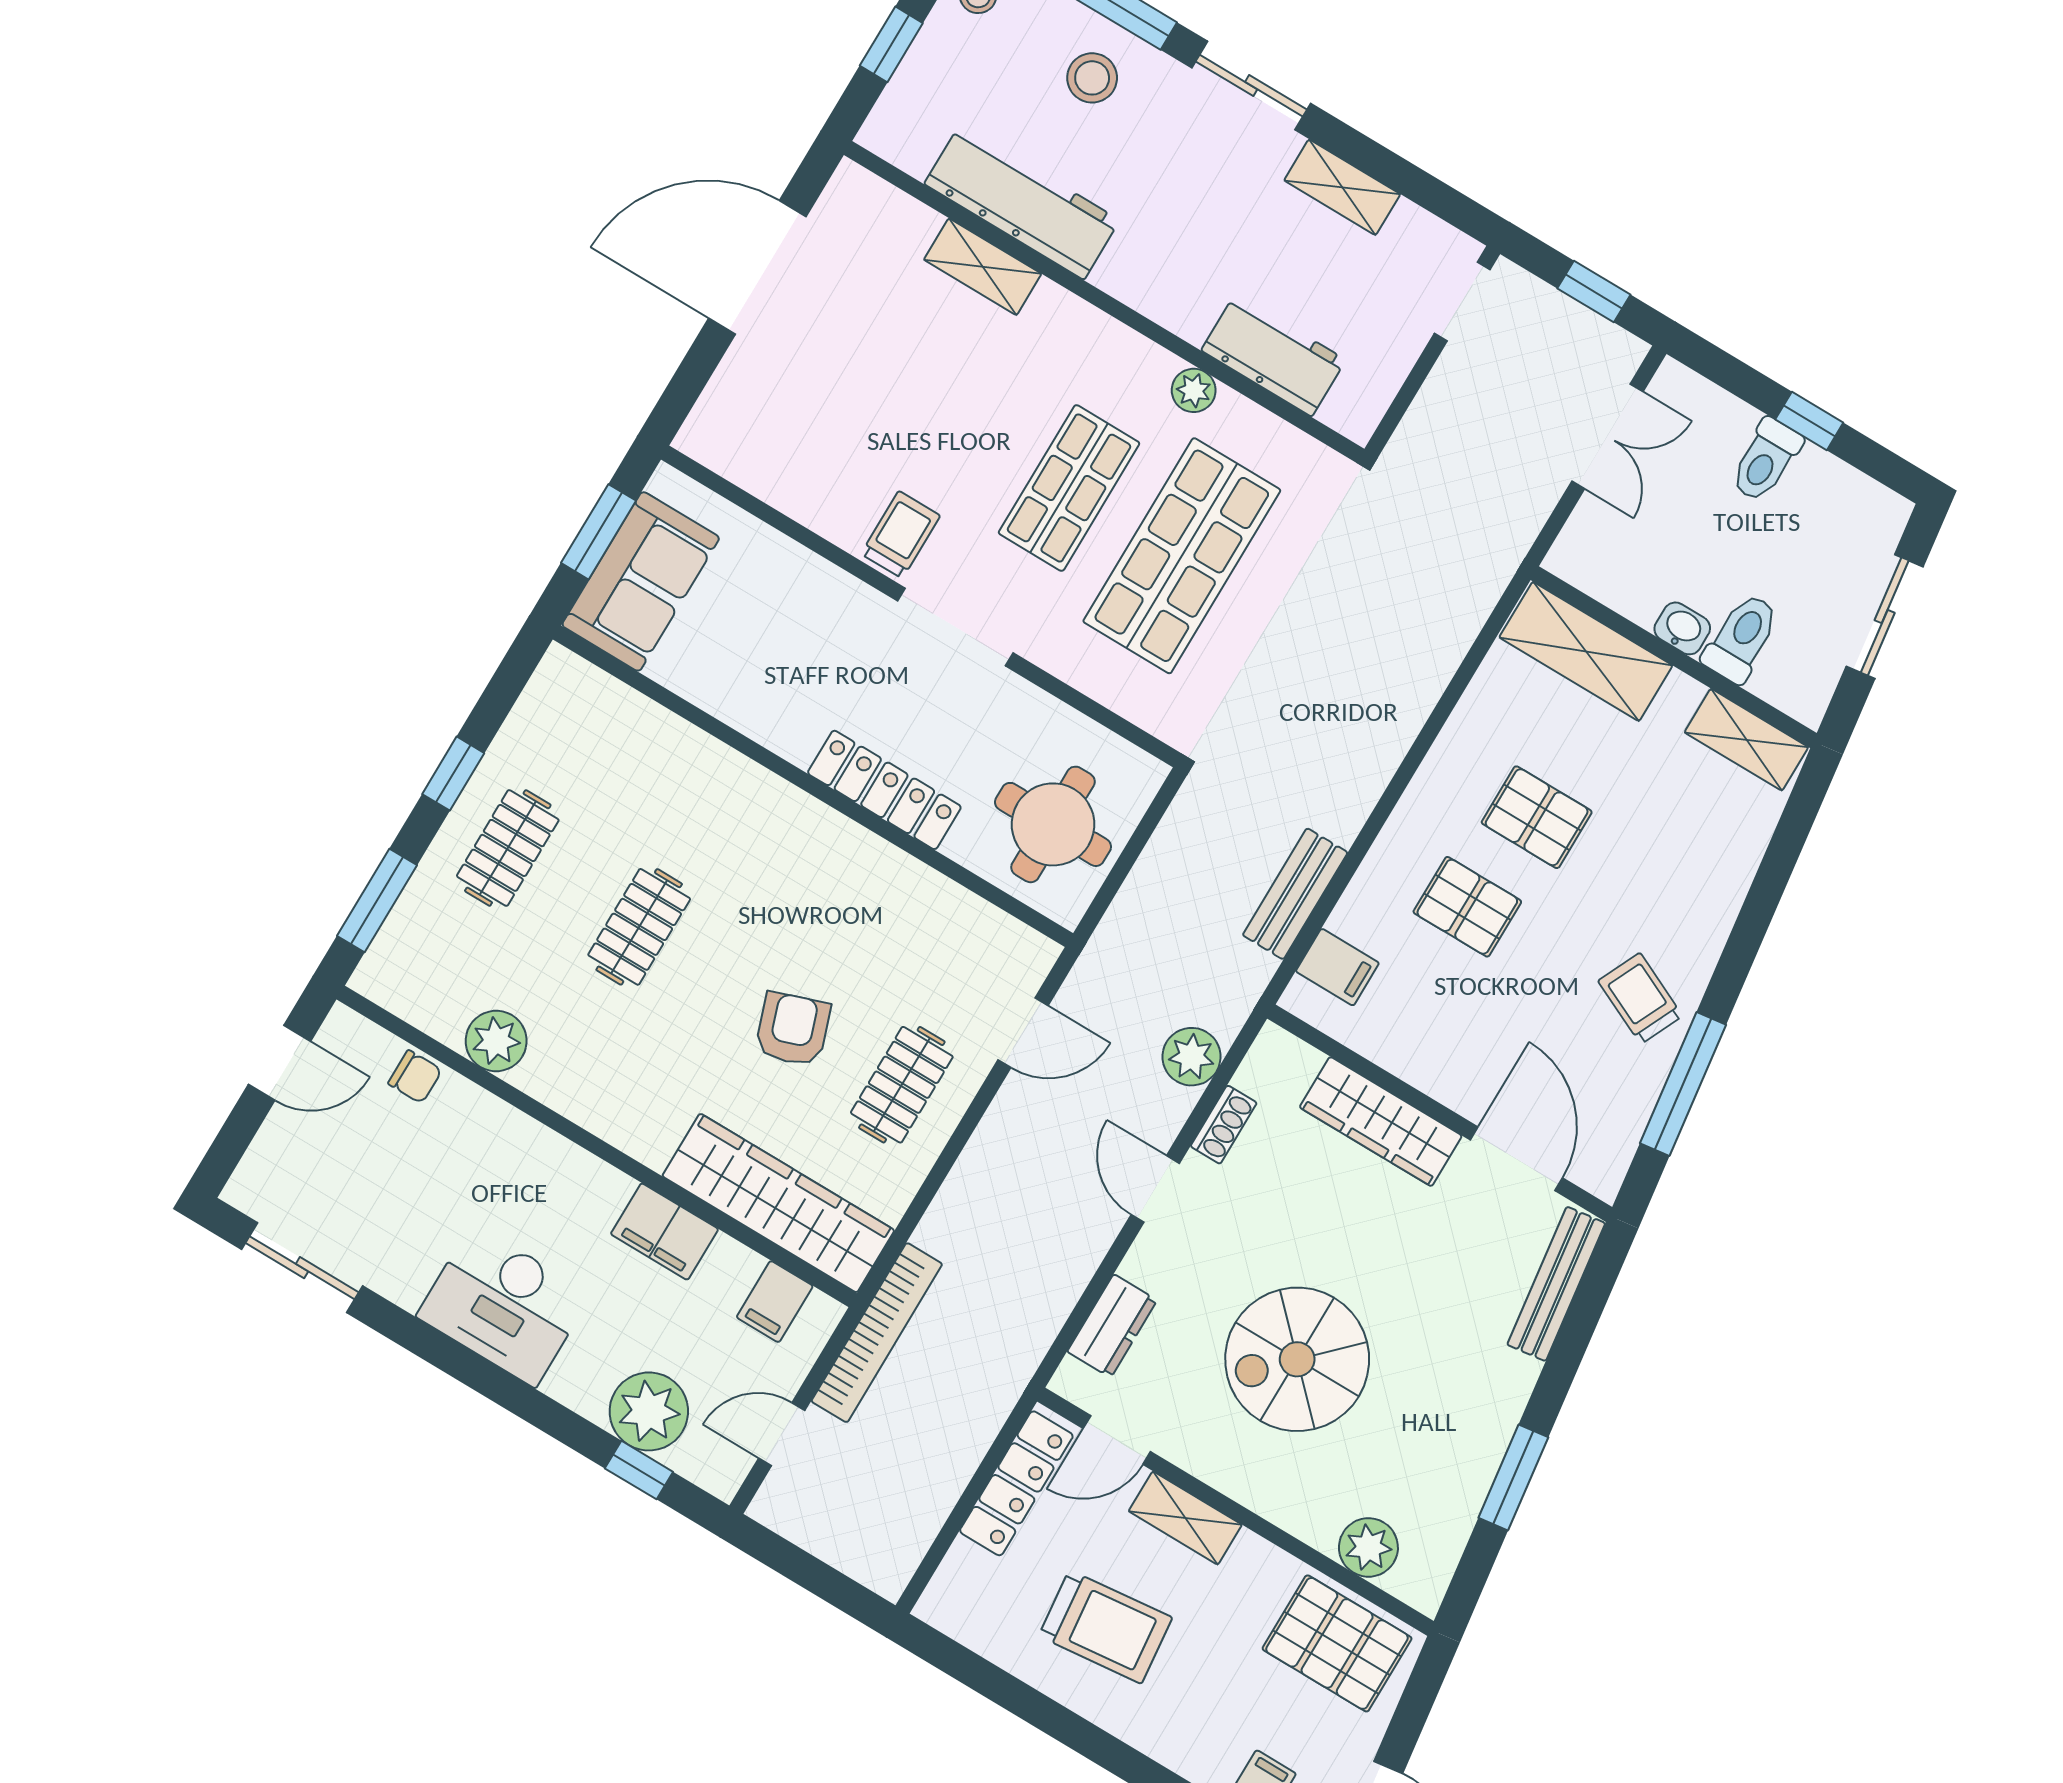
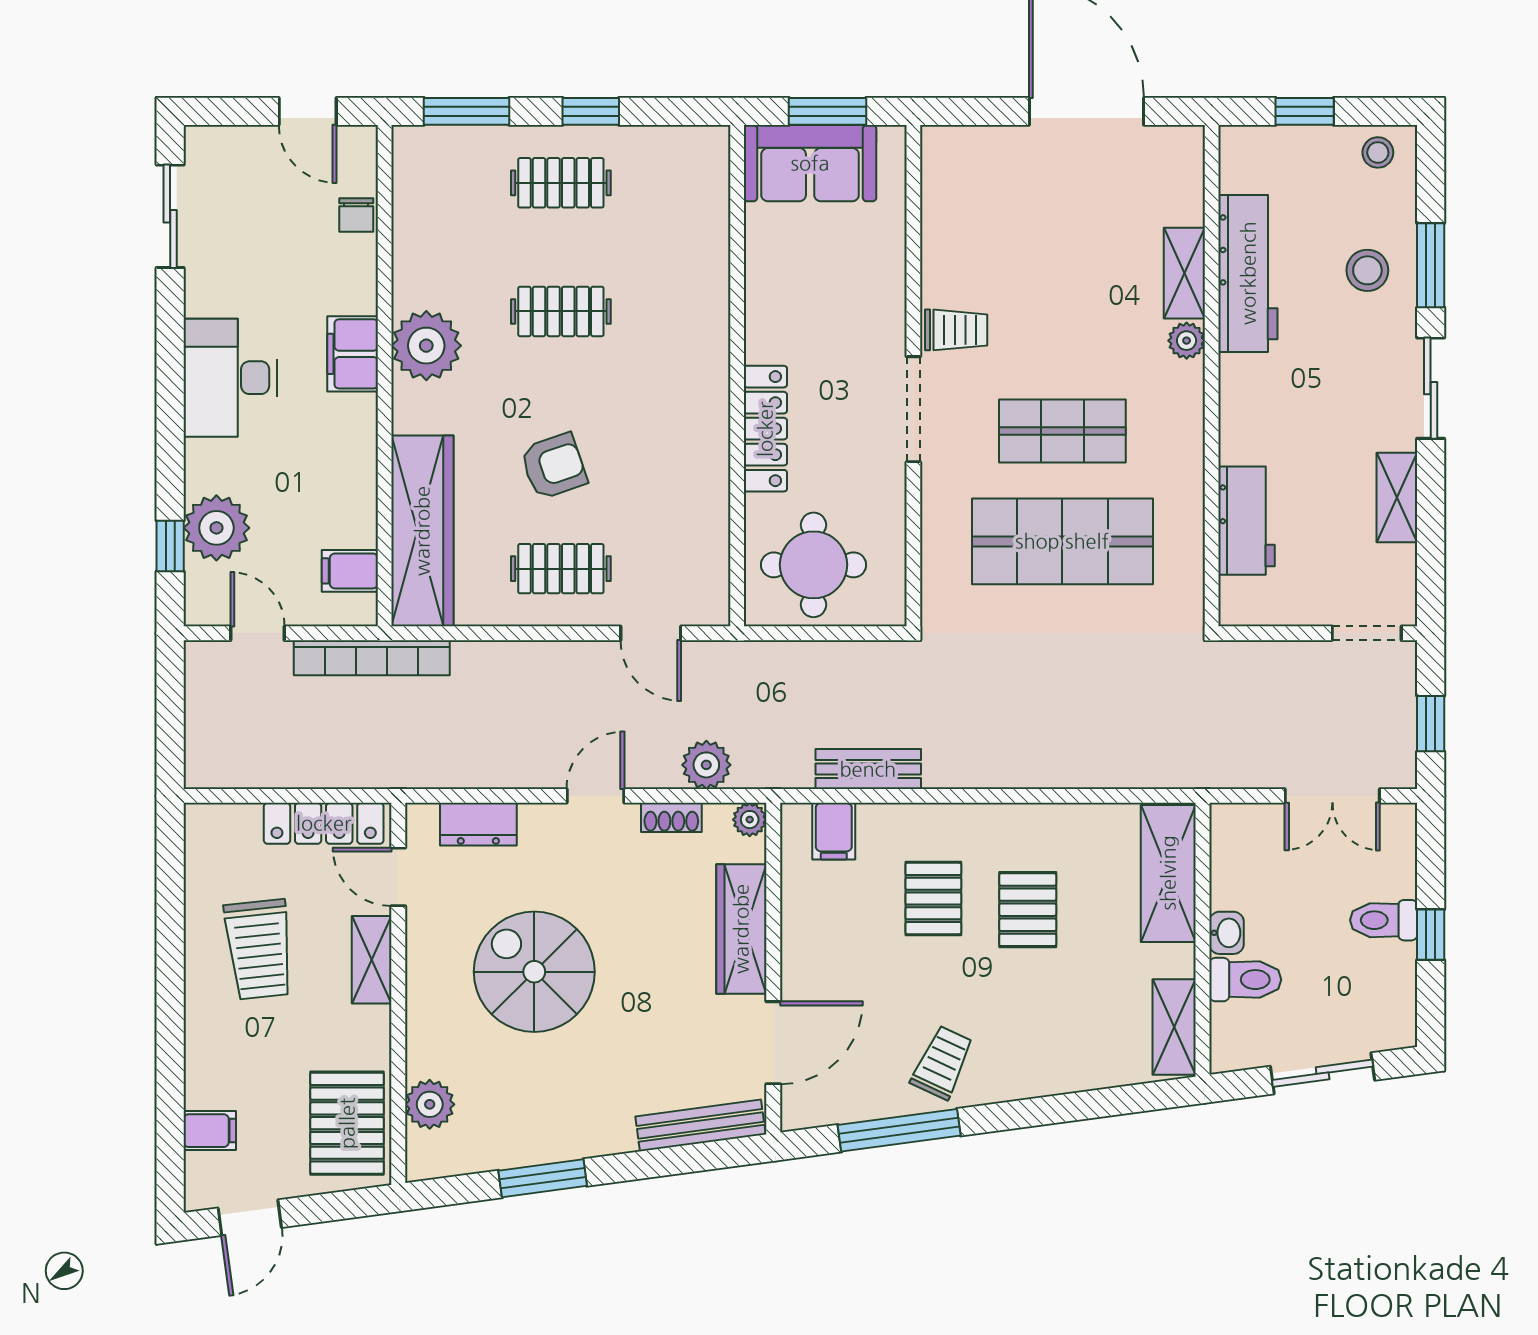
plant: (1194, 390) -> (1187, 341), moved
plant: (496, 1041) -> (426, 346), moved, width x1.36, depth x1.36
plant: (1274, 1046) -> (750, 820), added
filing cabinet: (664, 1232) -> (353, 354), moved

